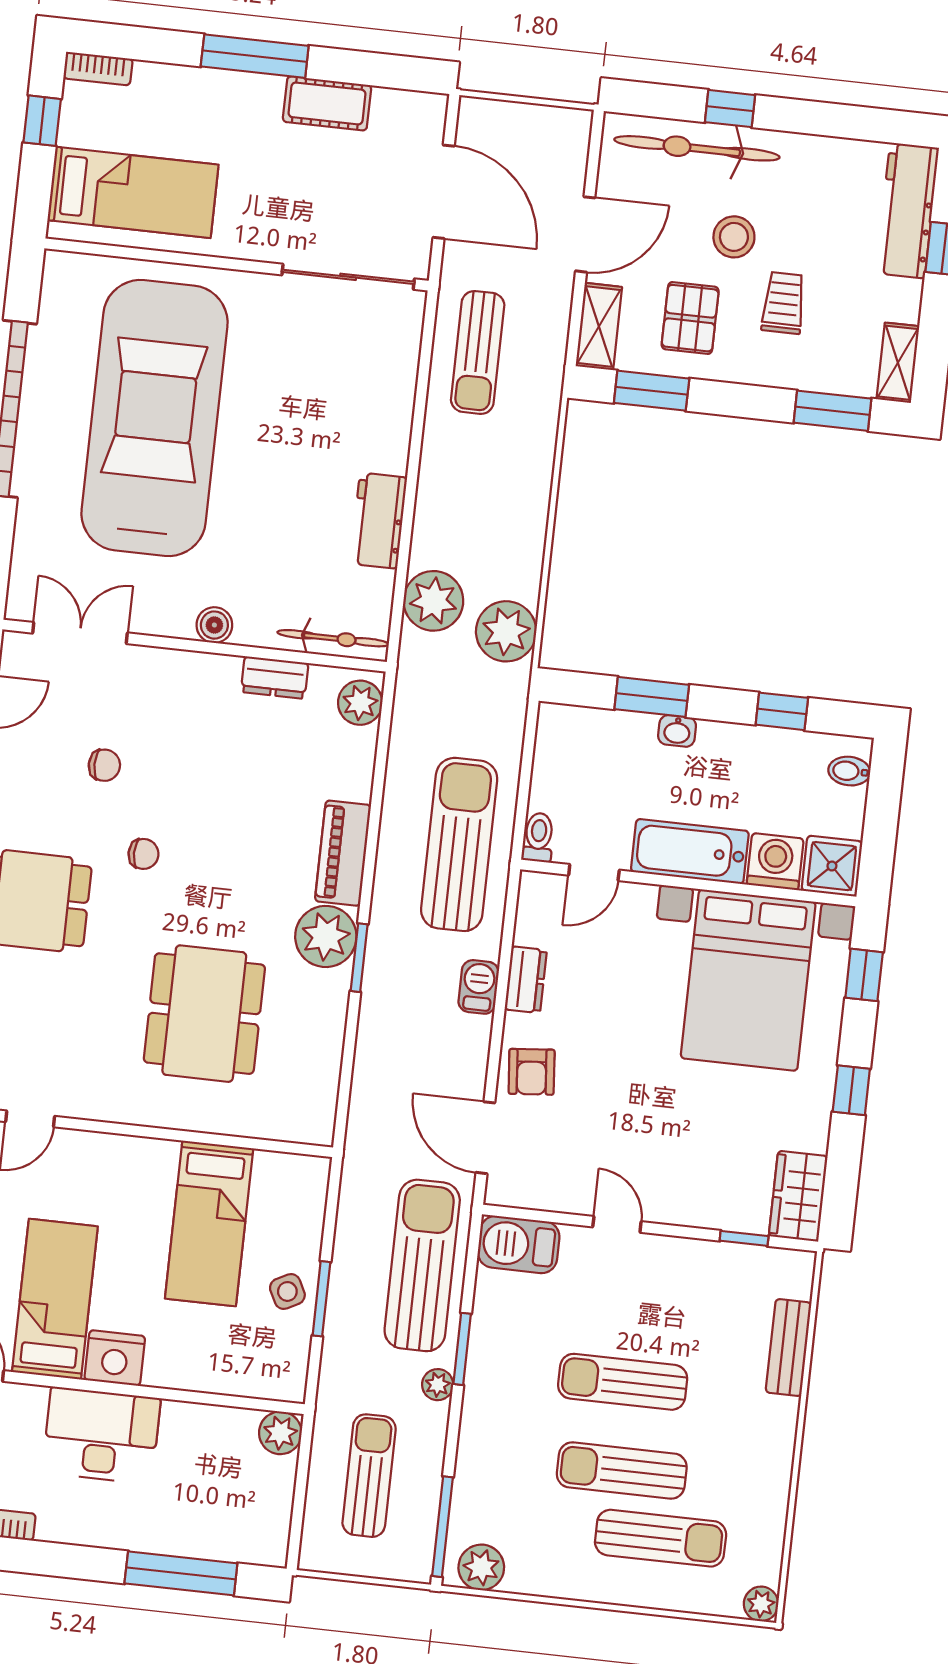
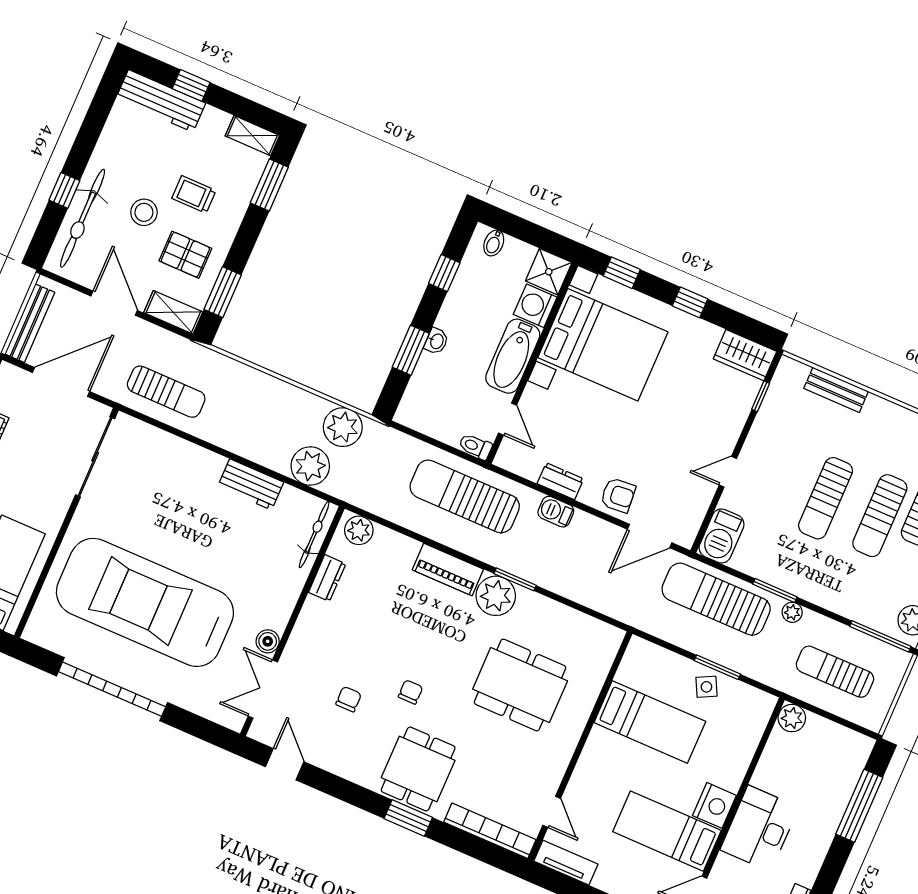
bench: (517, 118) -> (30, 323), added
boiler: (214, 625) -> (268, 641), moved

